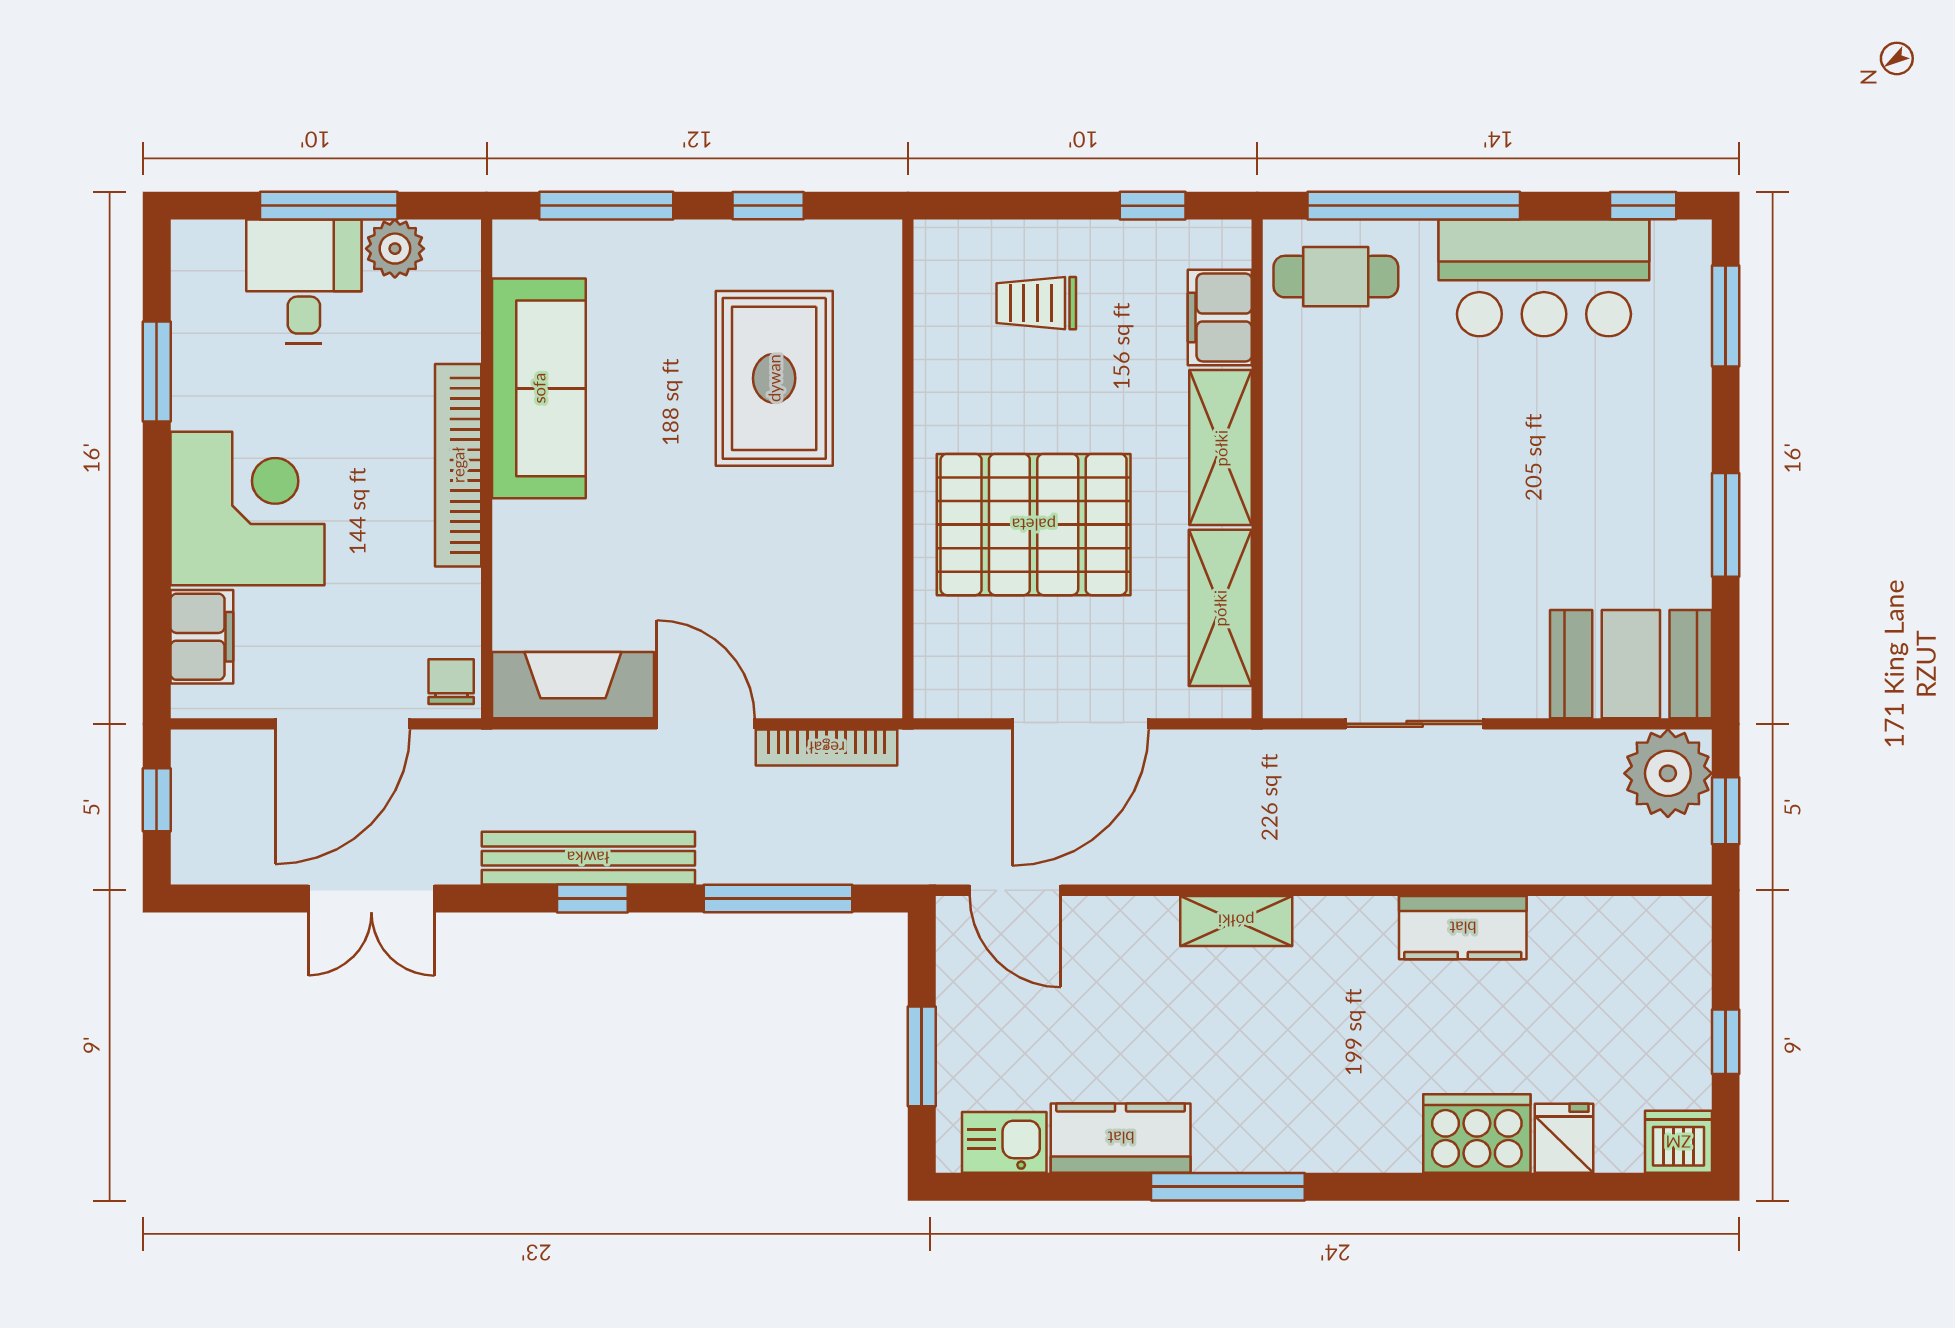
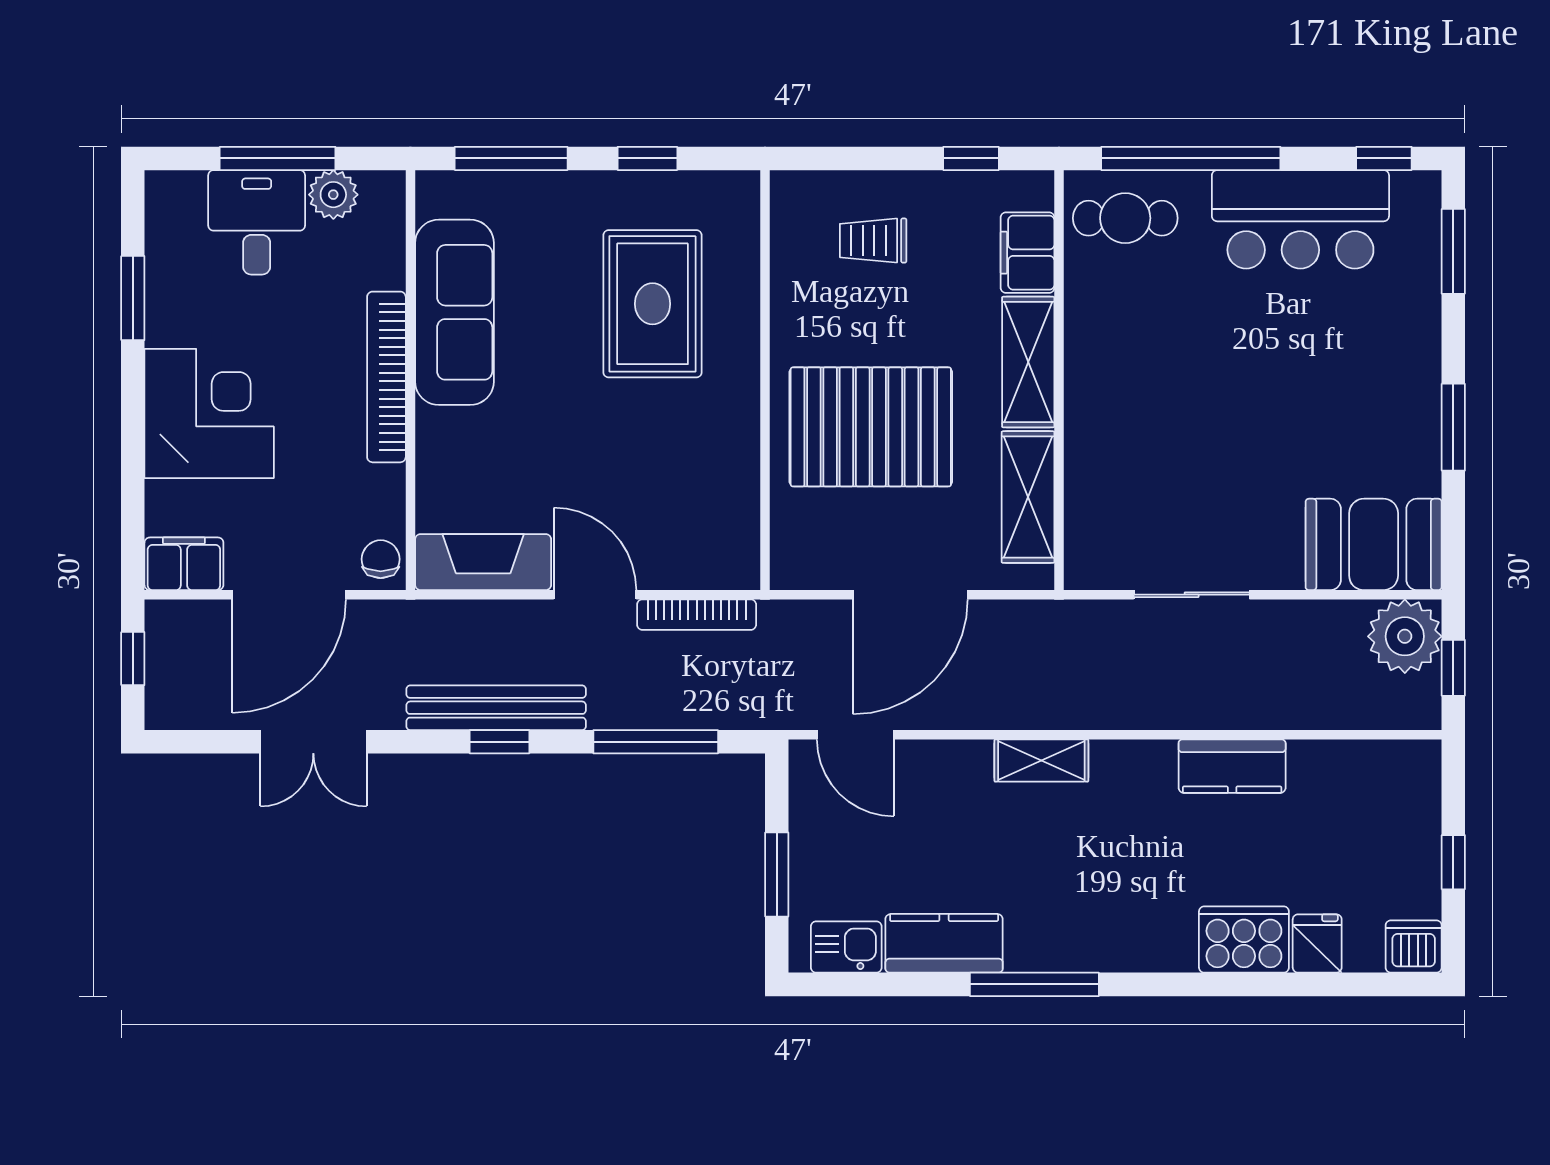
filing cabinet: (202, 637) -> (184, 564), moved, turned -90

